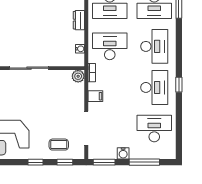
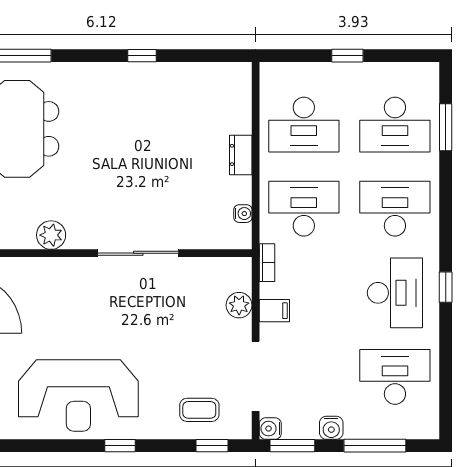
desk: (154, 46) -> (395, 209), turned -90
plant: (78, 76) -> (239, 305), moved
water cooler: (93, 154) -> (270, 429), added
window: (35, 162) -> (120, 446), moved

